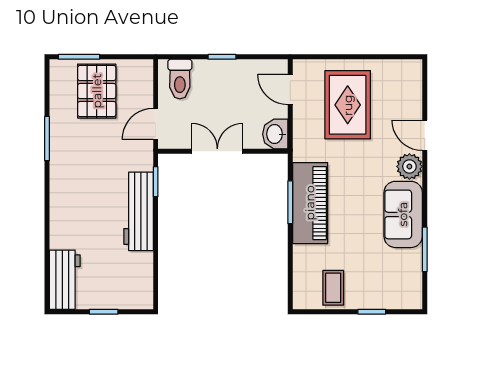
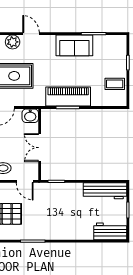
door: (425, 135) -> (31, 34), swing flipped
plant: (409, 166) -> (13, 42), moved
workbench: (139, 211) -> (105, 191), moved

